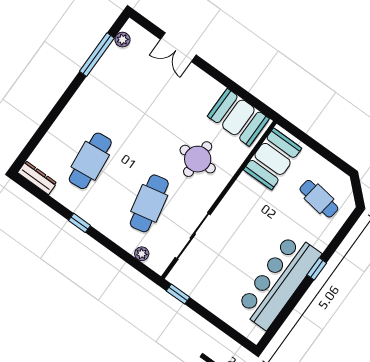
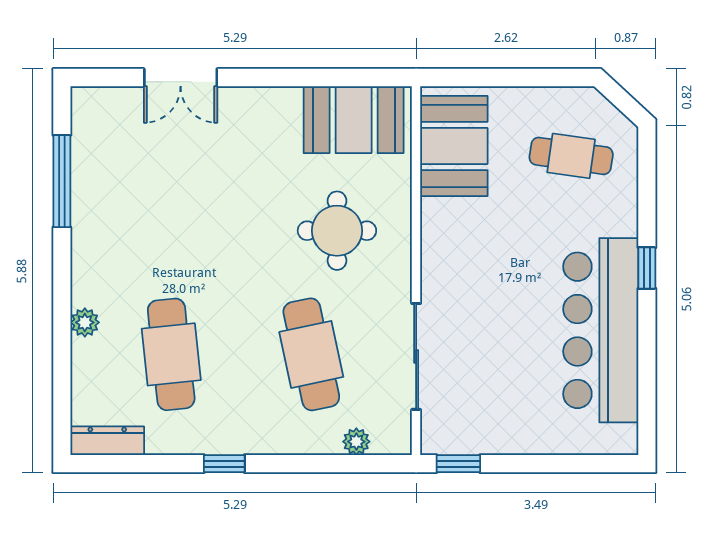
plant: (122, 40) -> (85, 322), moved

